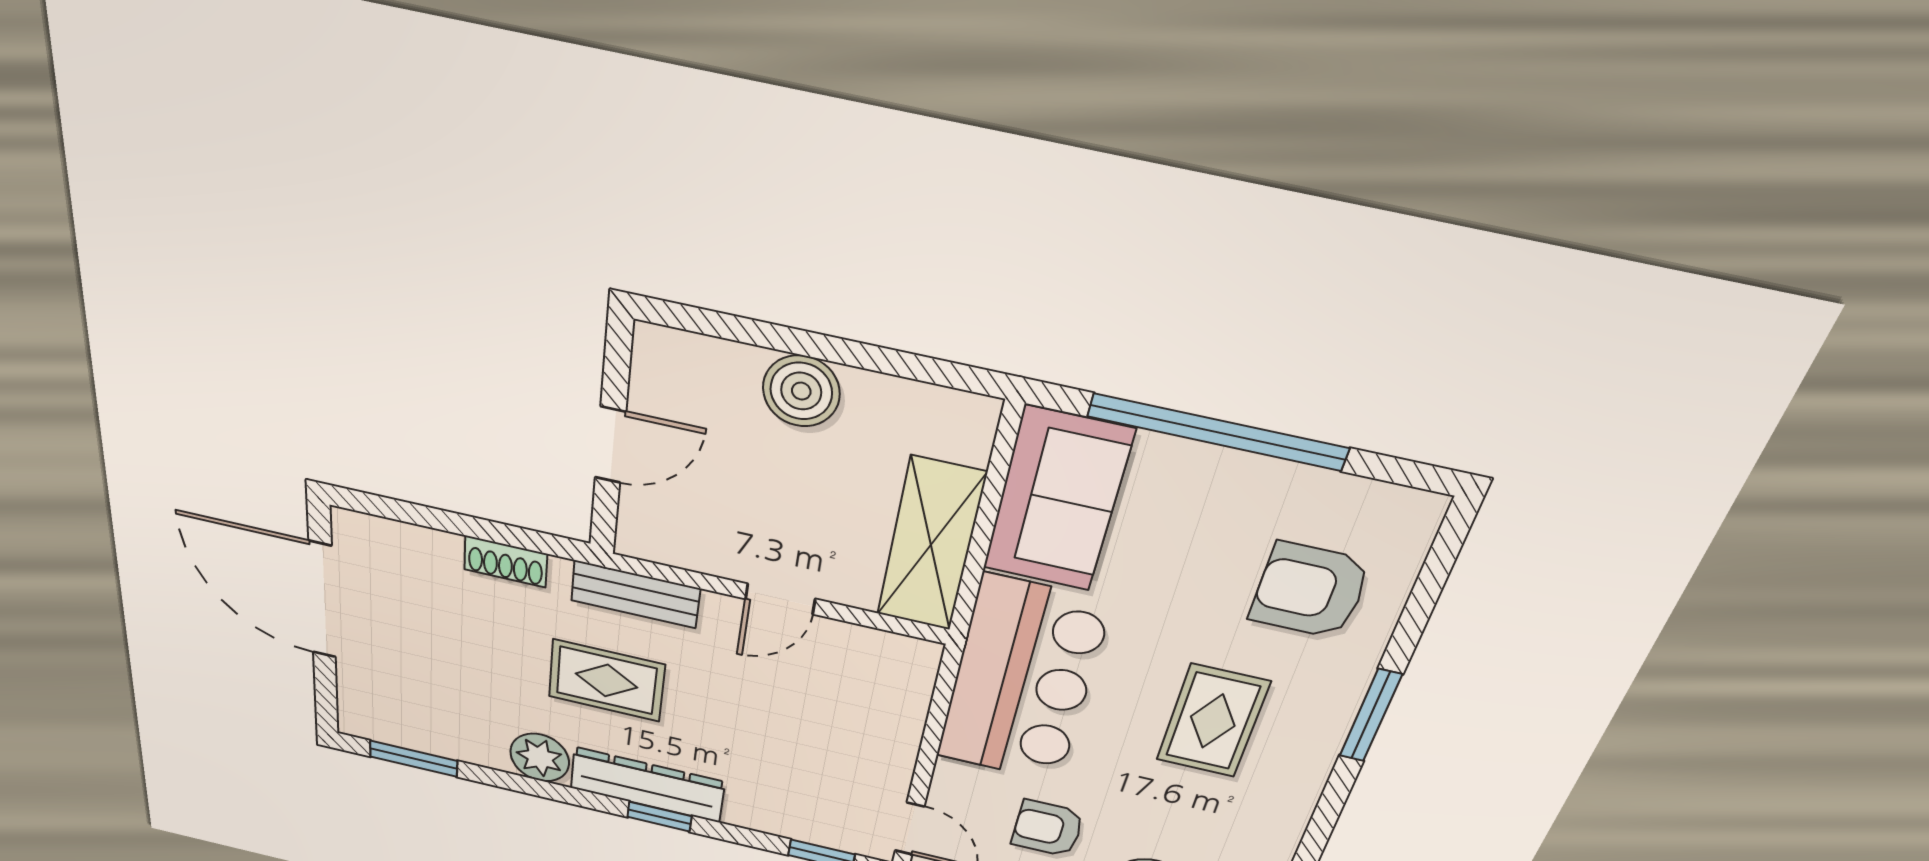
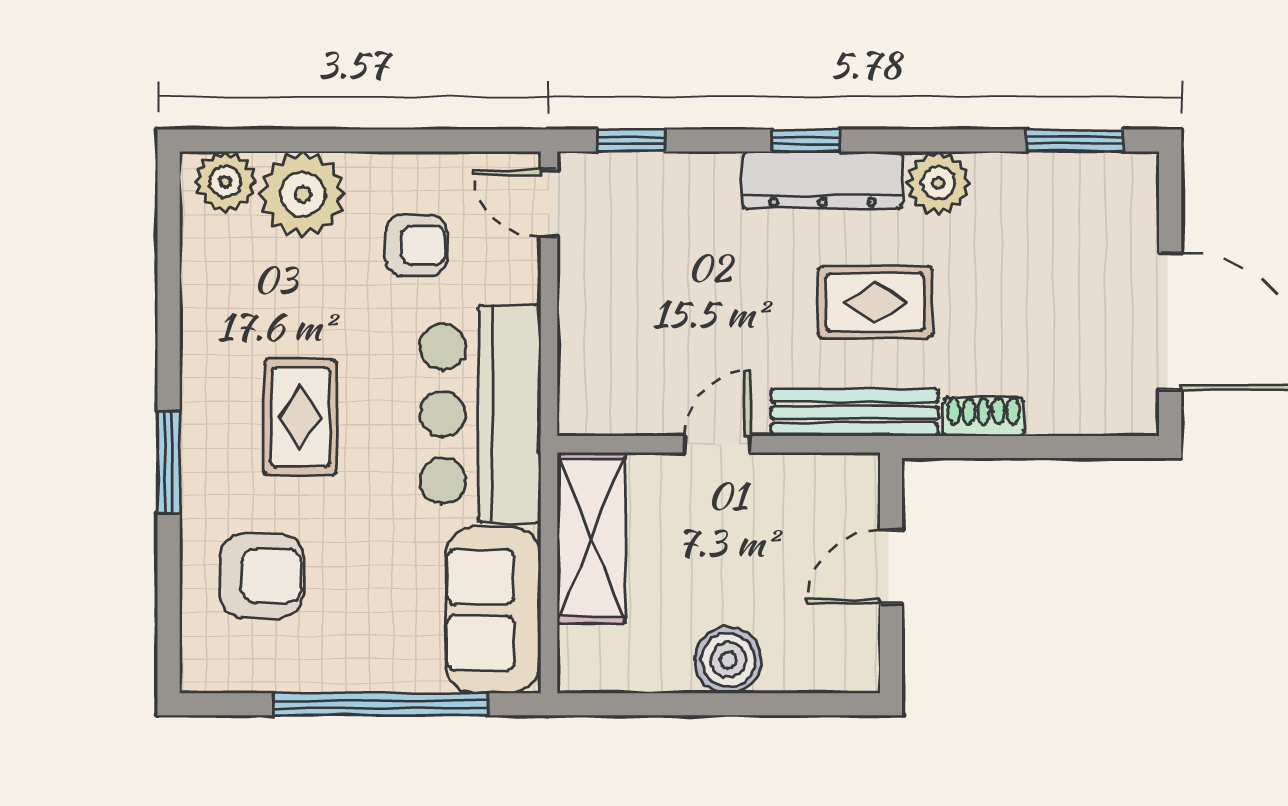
bench: (635, 594) -> (855, 413), width x1.36

